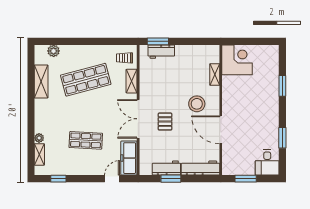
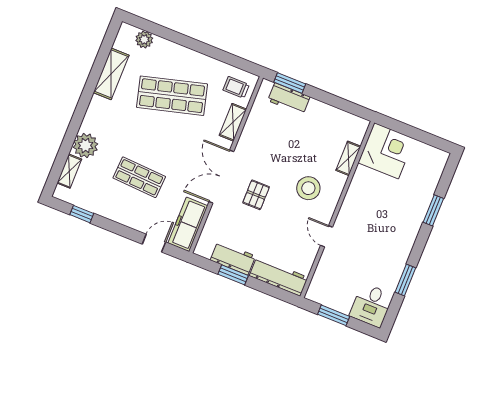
door: (221, 130) -> (327, 236), width x0.53
plant: (39, 138) -> (85, 146), width x1.88, depth x1.88

